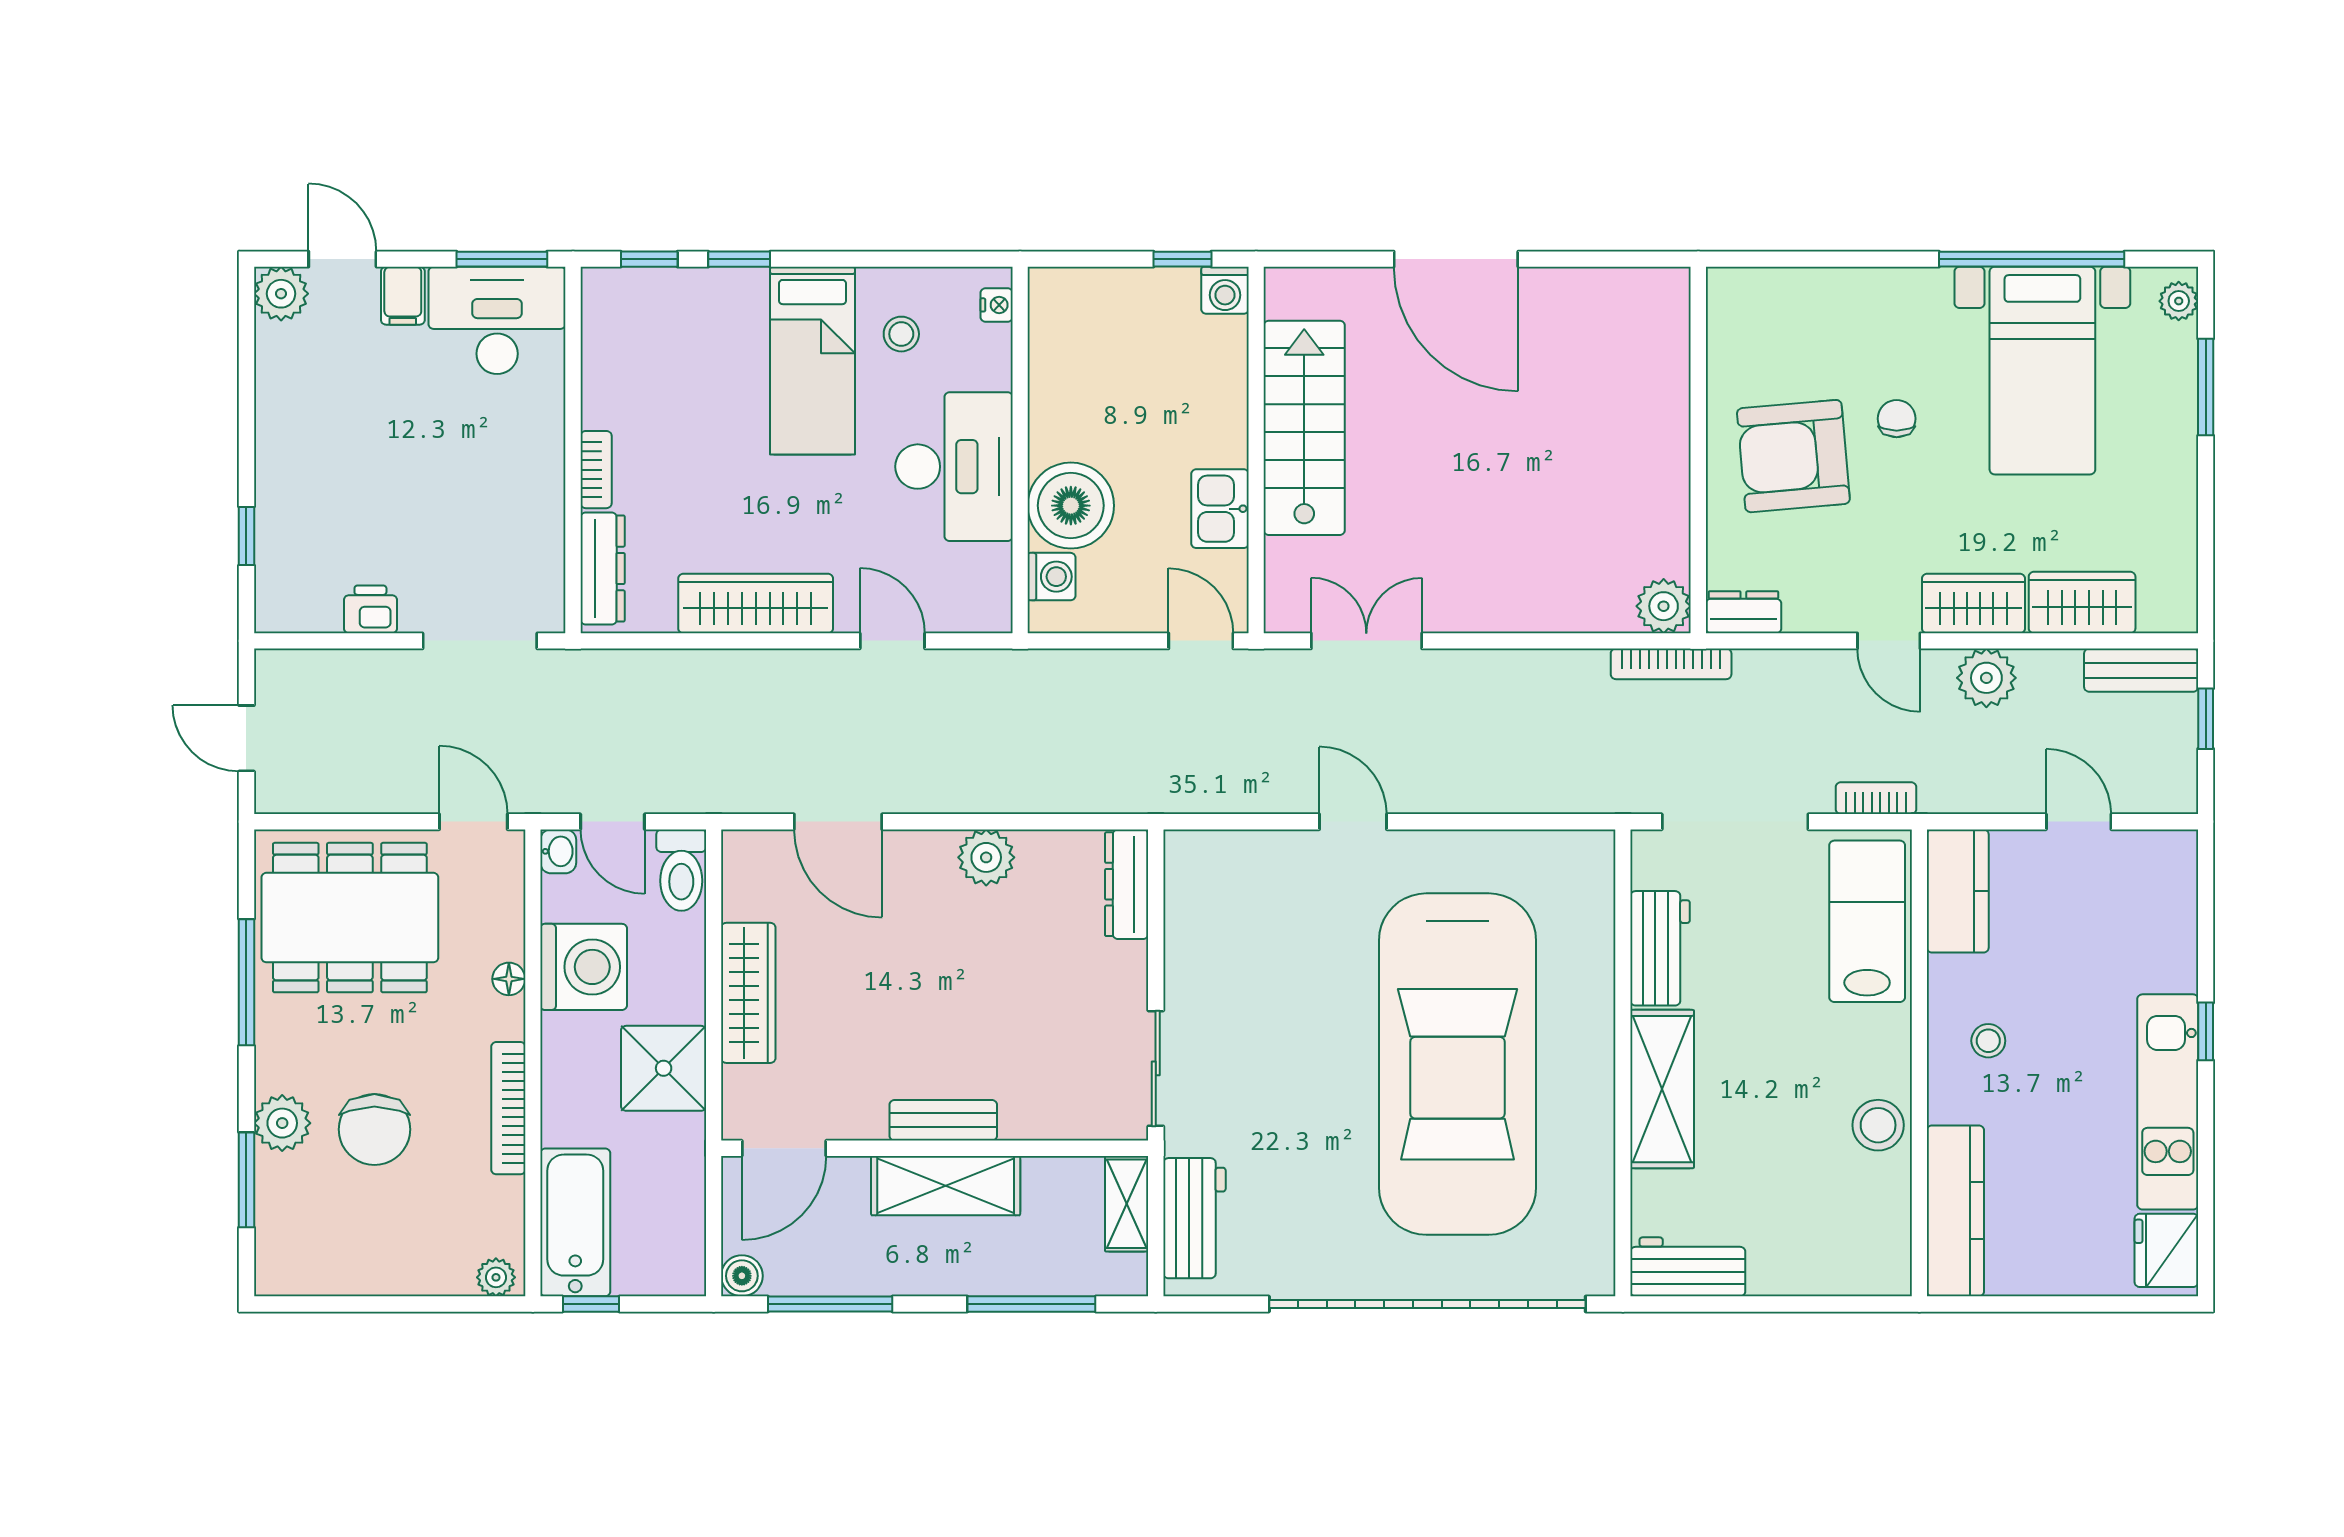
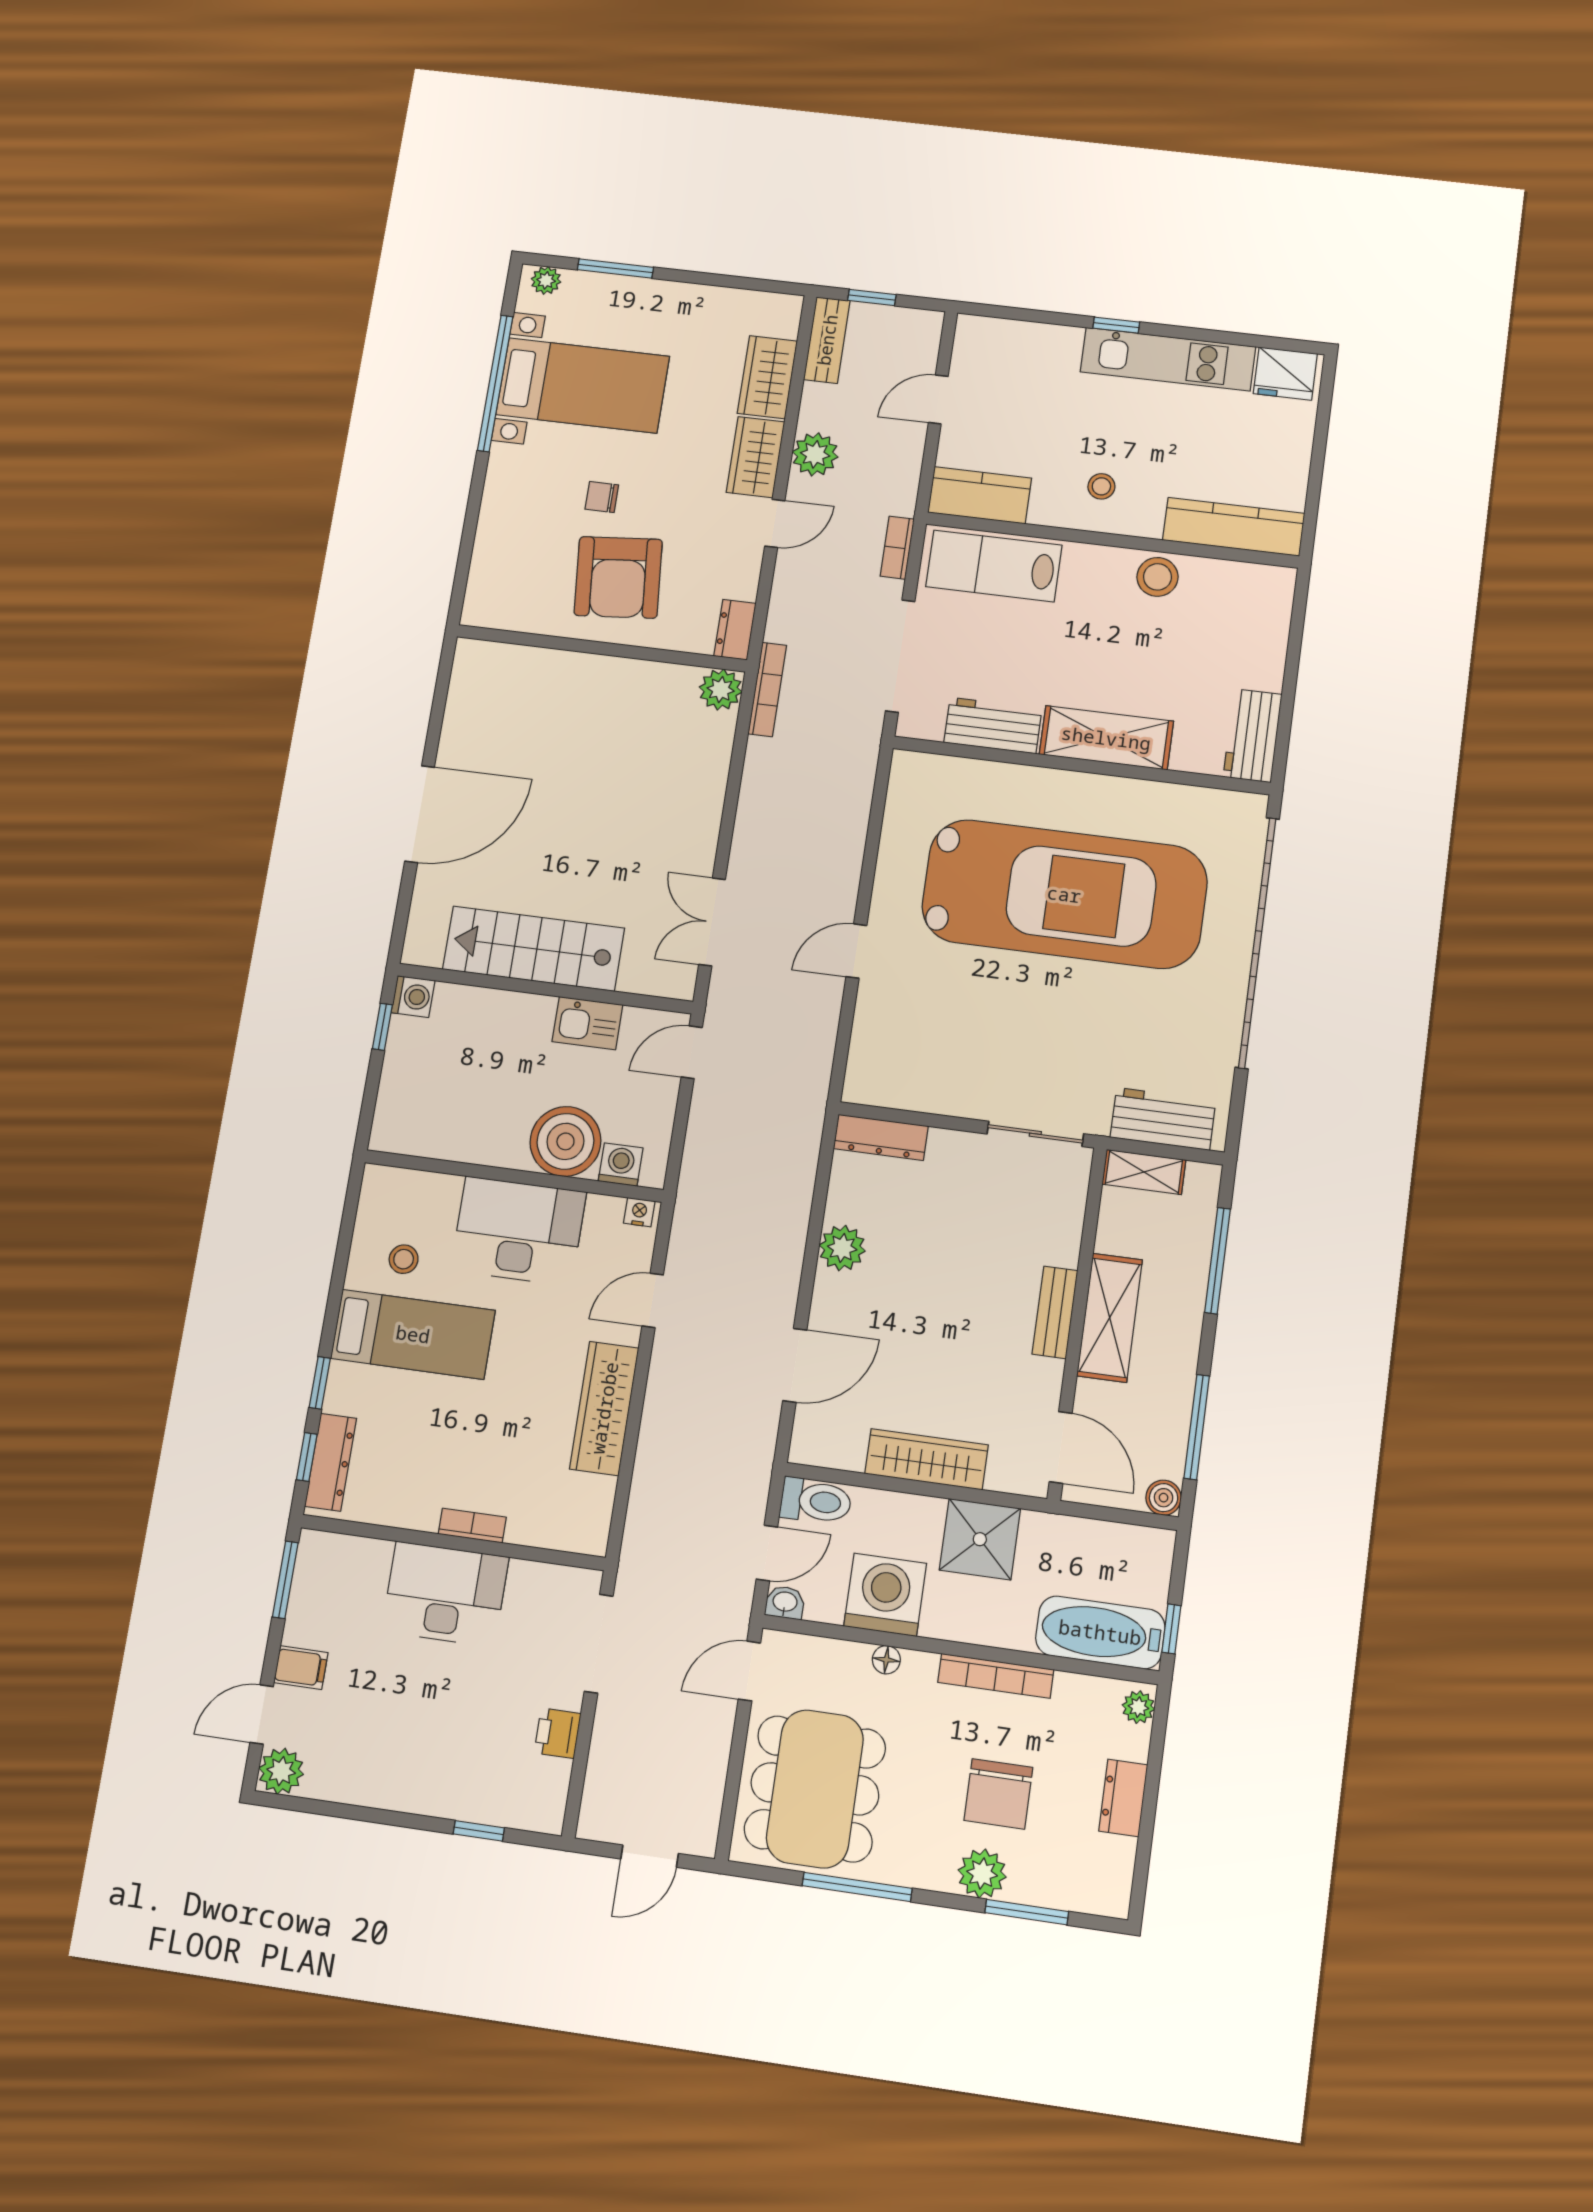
nightstand: (997, 305) -> (639, 1212), moved
desk: (497, 320) -> (445, 1594), moved, turned 90
dresser: (603, 568) -> (331, 1462), moved, turned 90
chair: (374, 1129) -> (998, 1794), turned 90
dresser: (390, 1273) -> (1123, 1798), added

